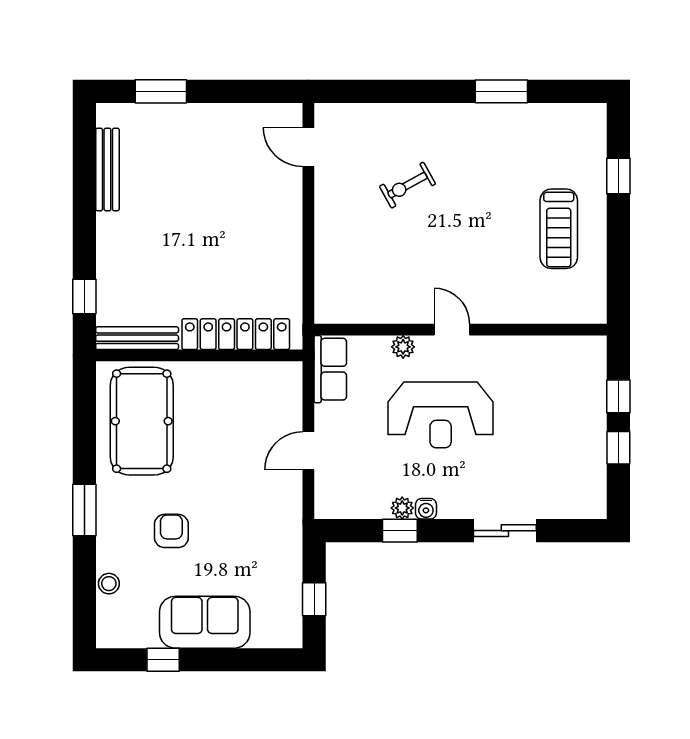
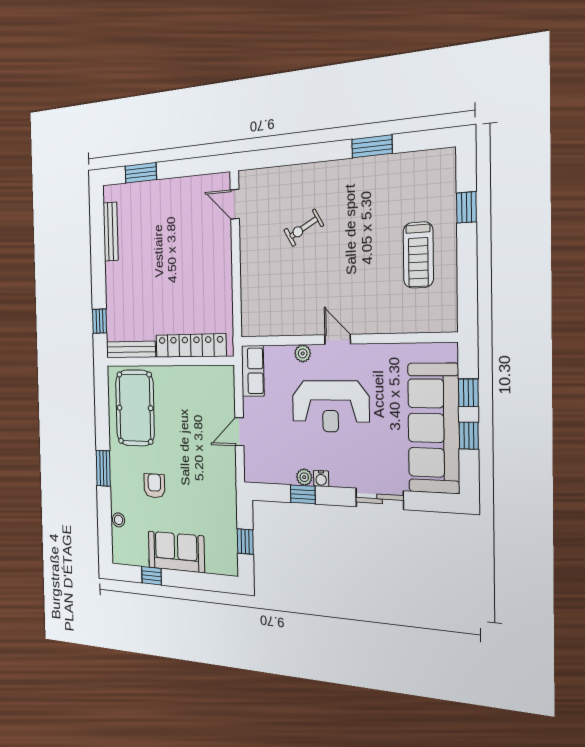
sofa: (575, 440) -> (434, 428), added

